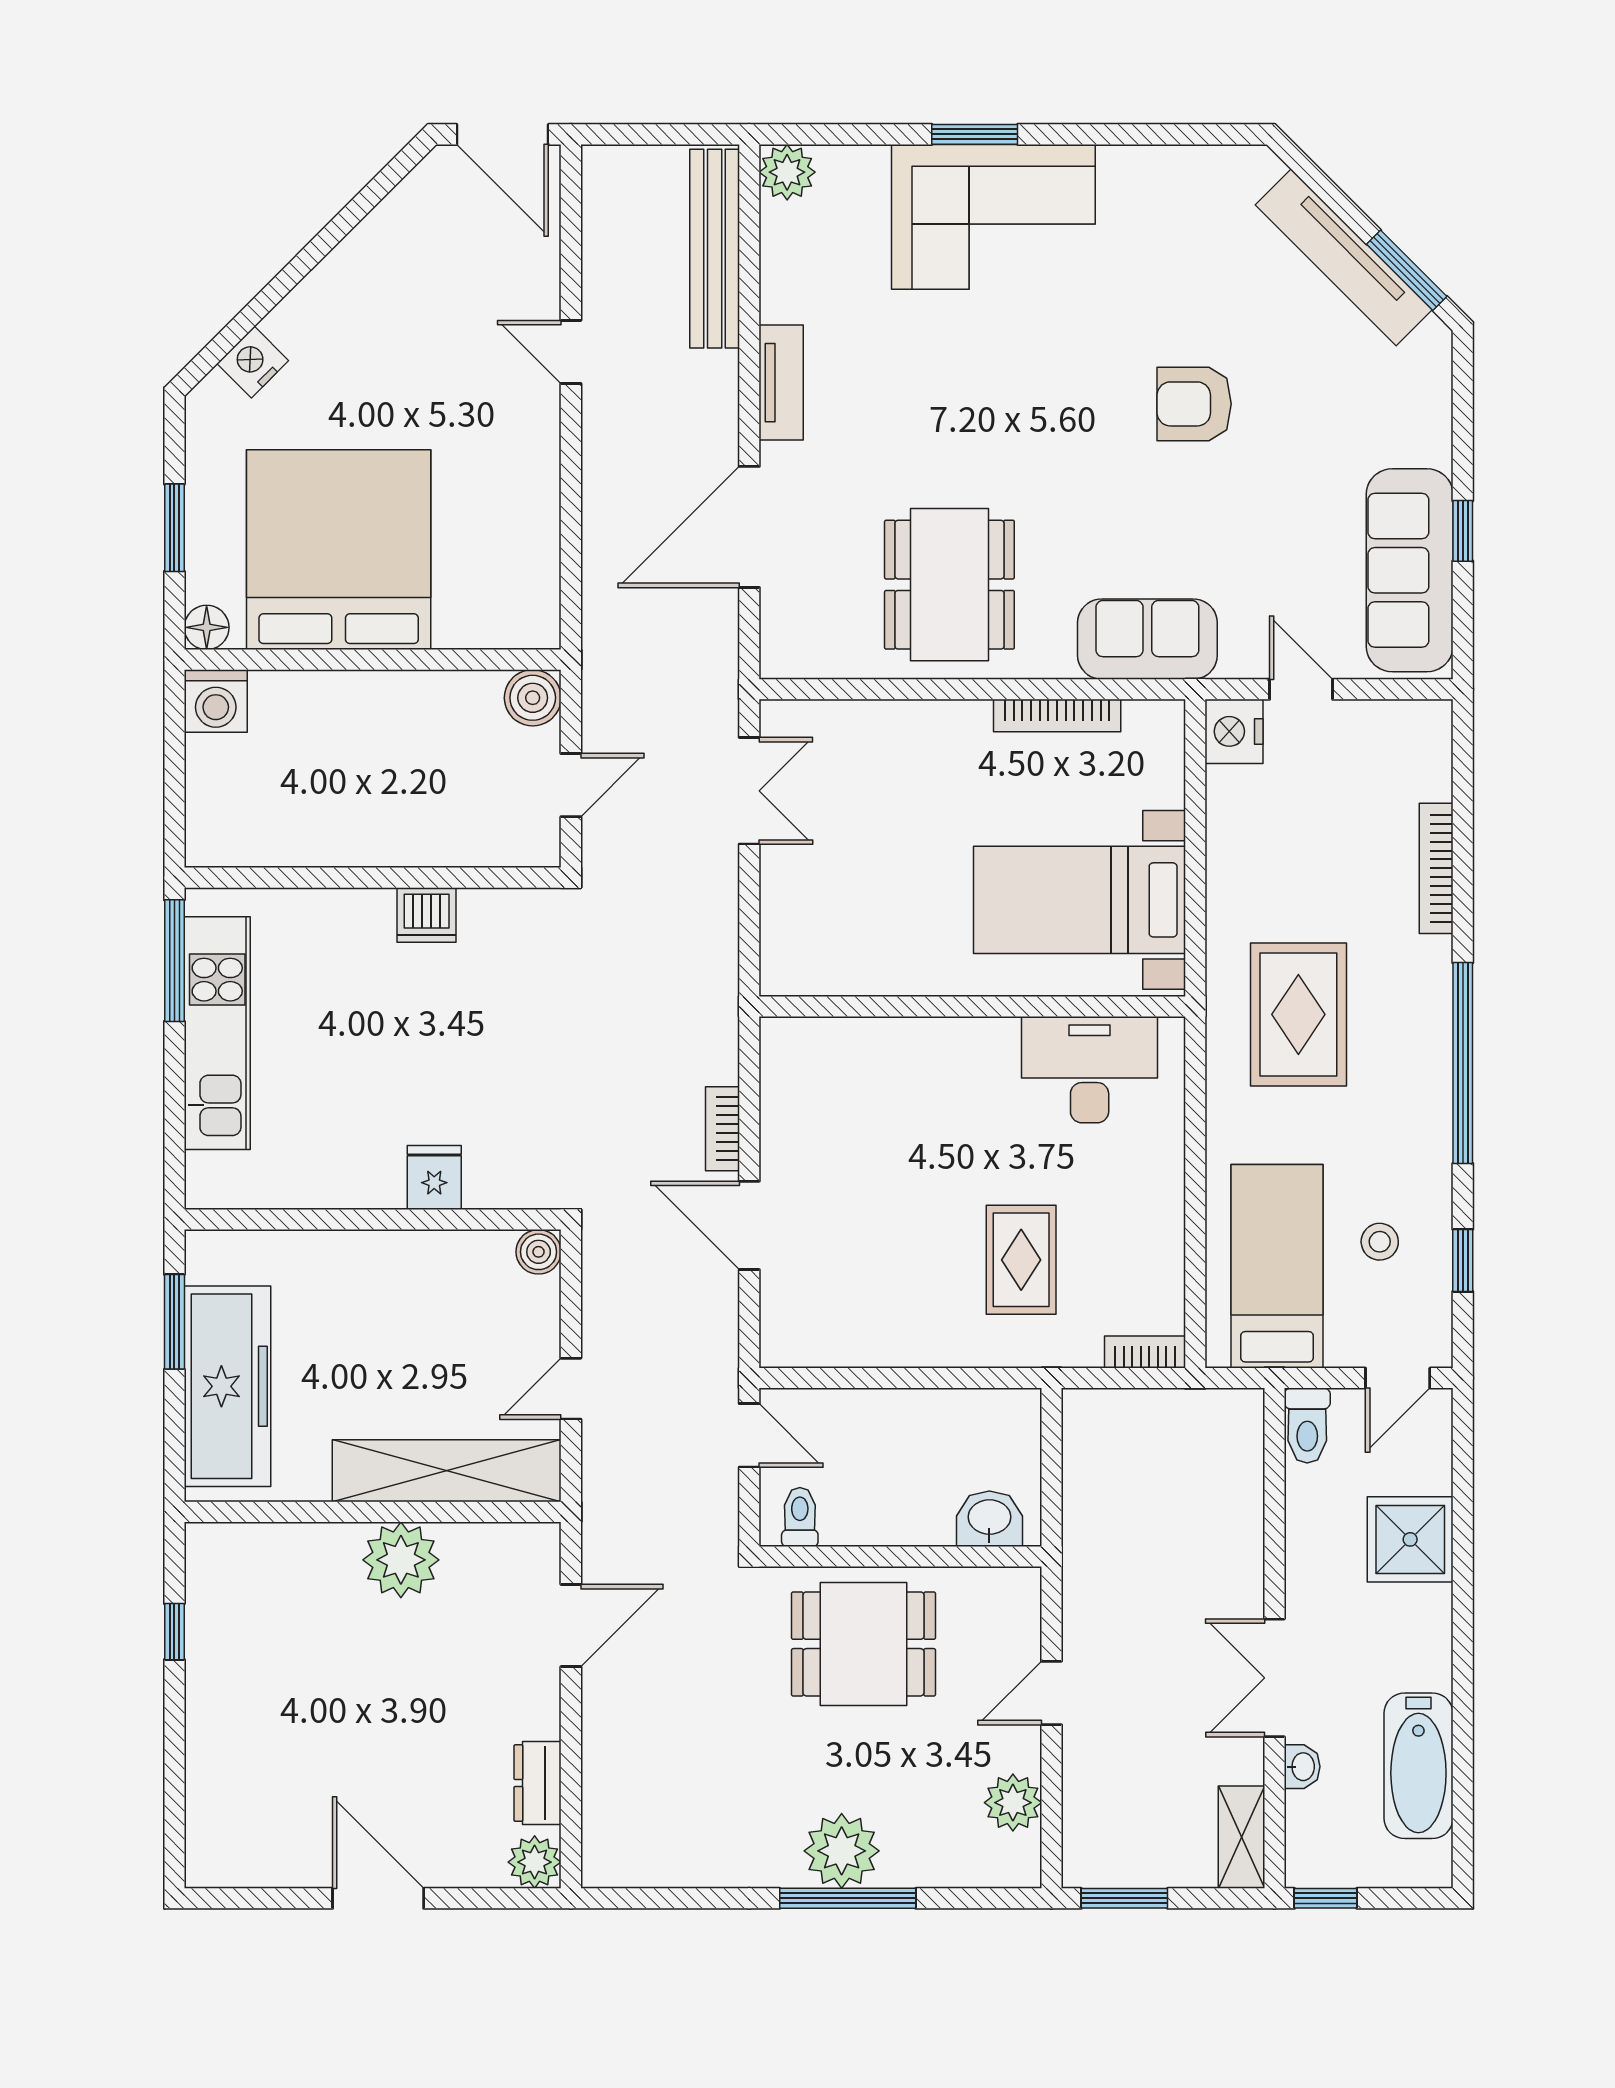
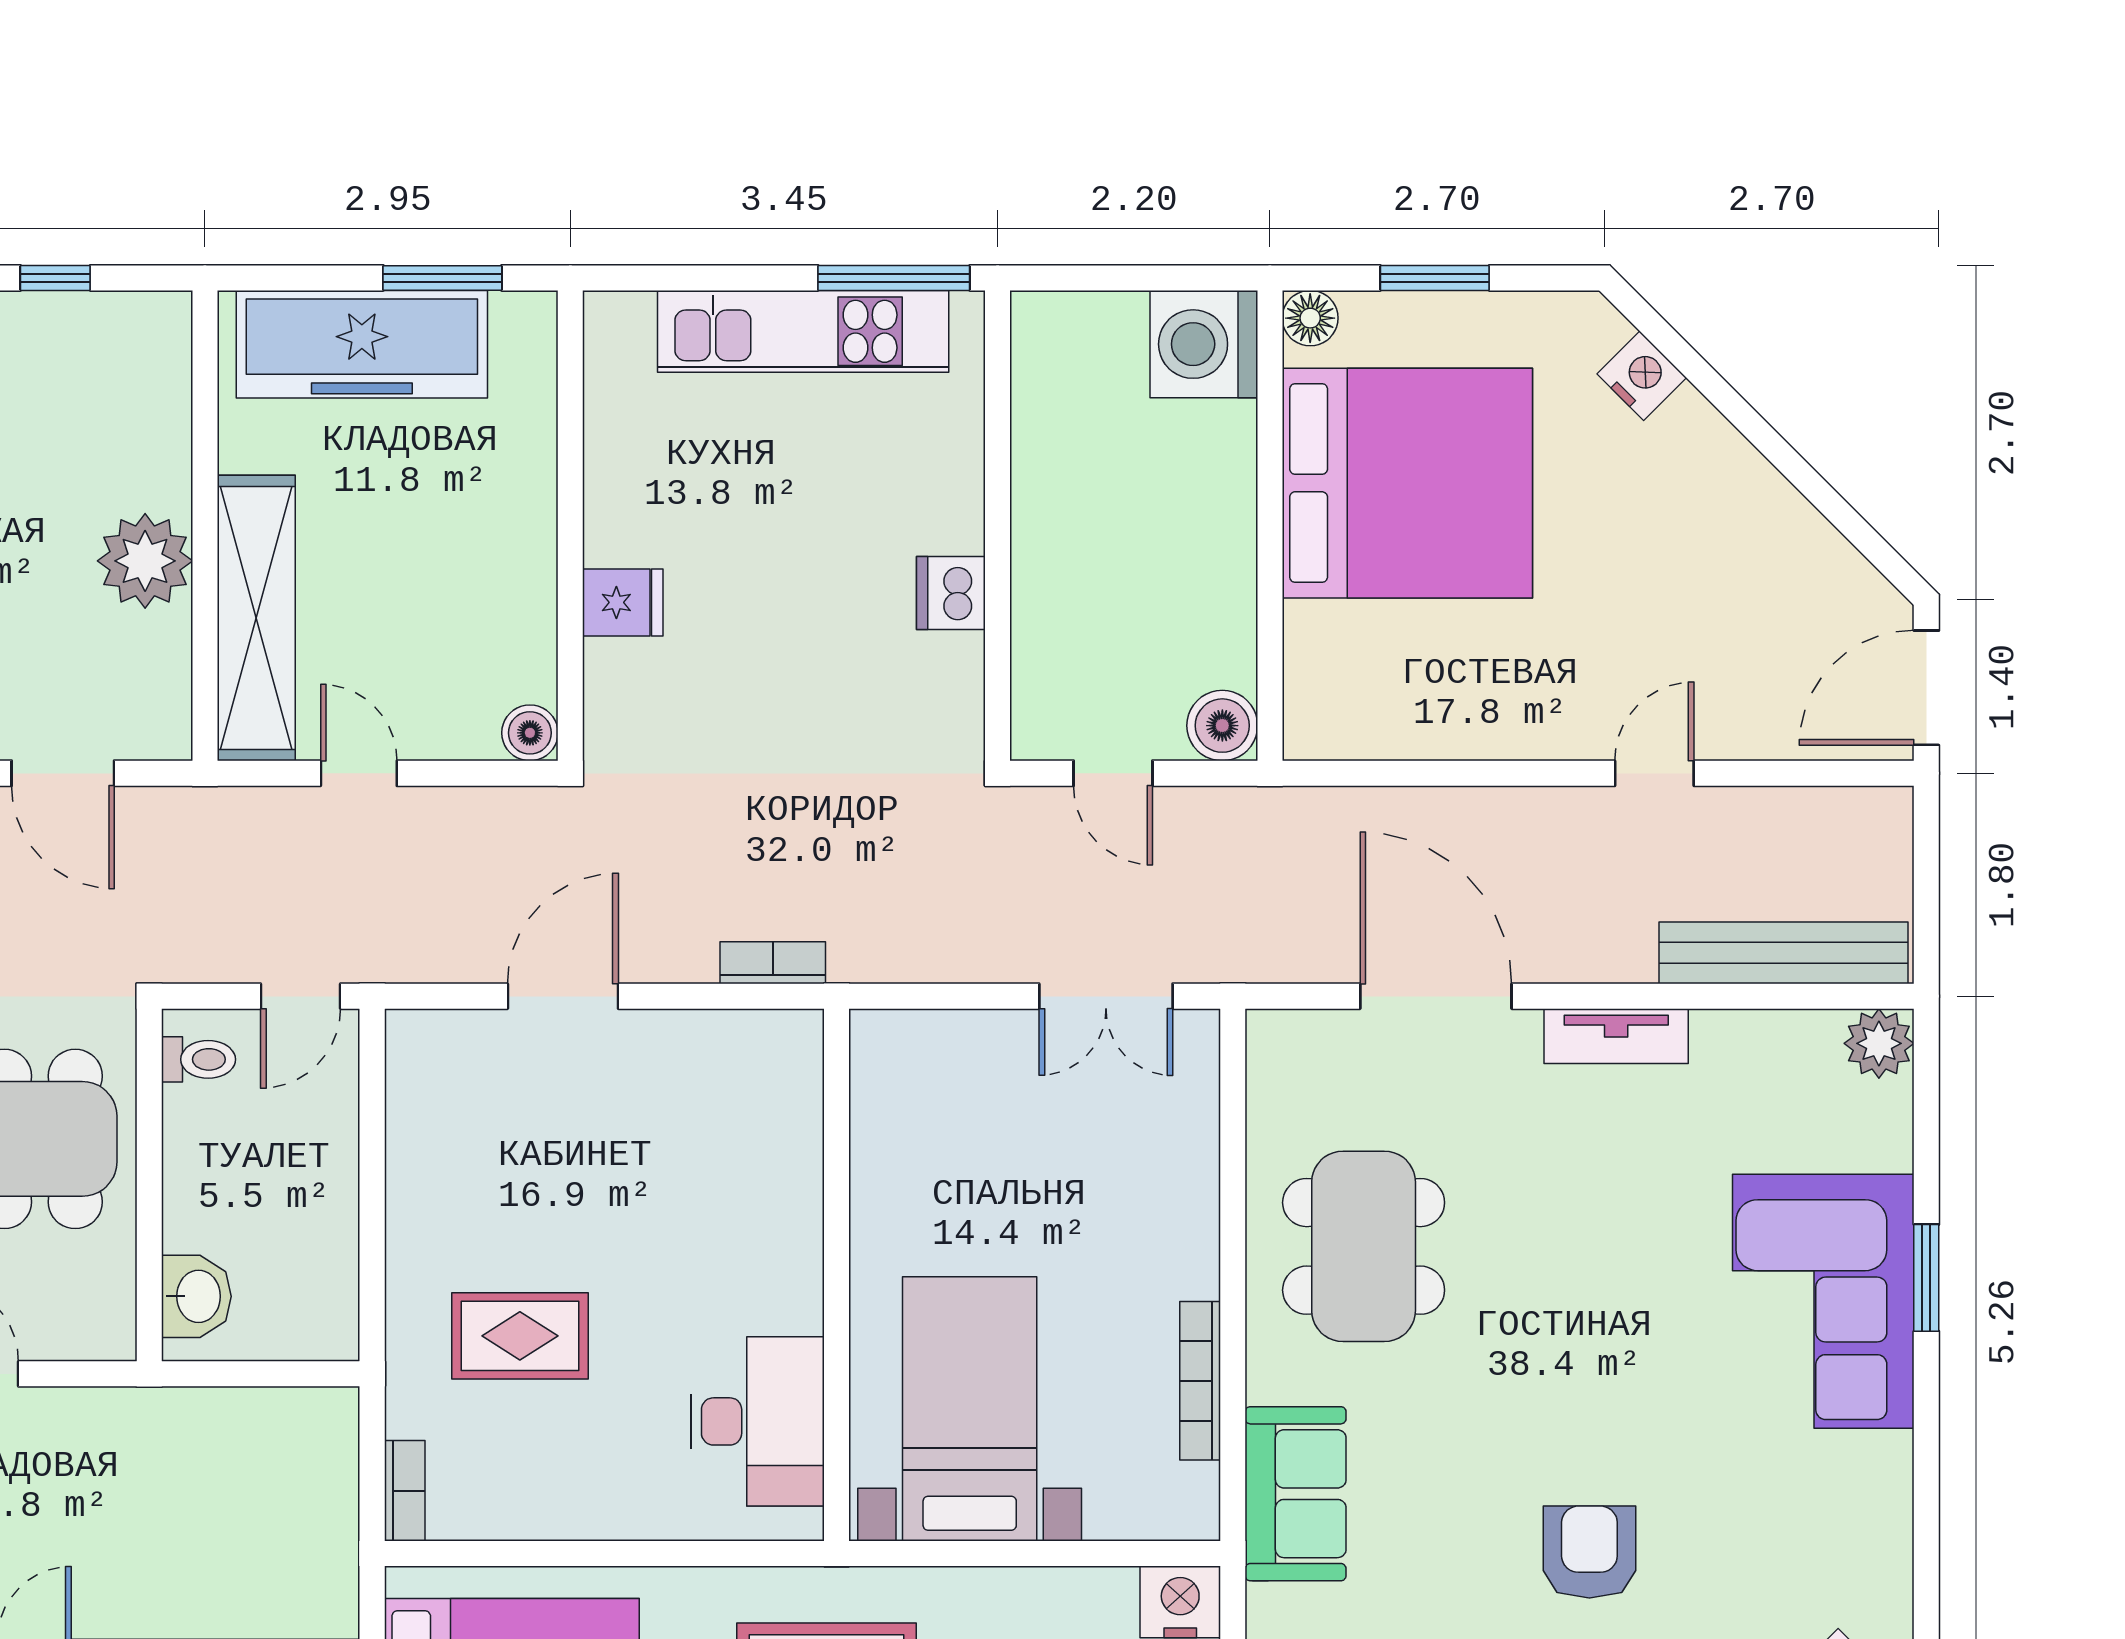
dining table: (949, 585) -> (1364, 1246), turned 90
washing machine: (216, 701) -> (1204, 344), width x1.37, depth x1.37
bookcase: (722, 1129) -> (773, 963), moved

